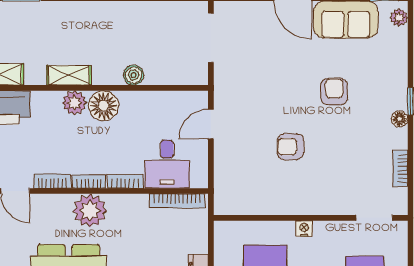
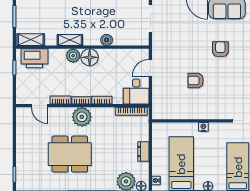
desk: (167, 164) -> (136, 90), moved

